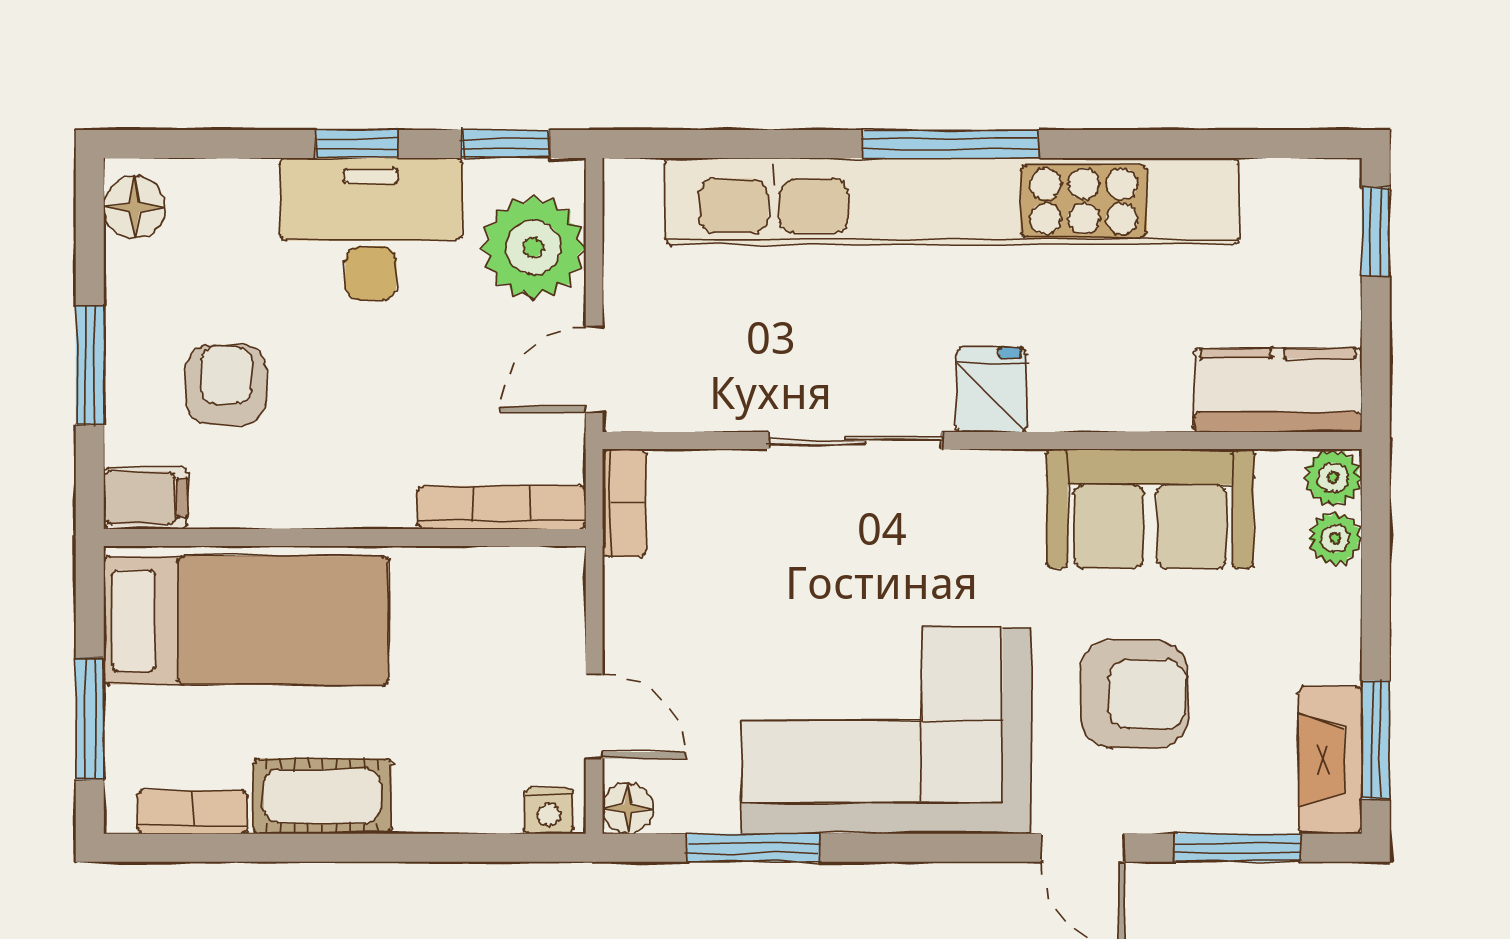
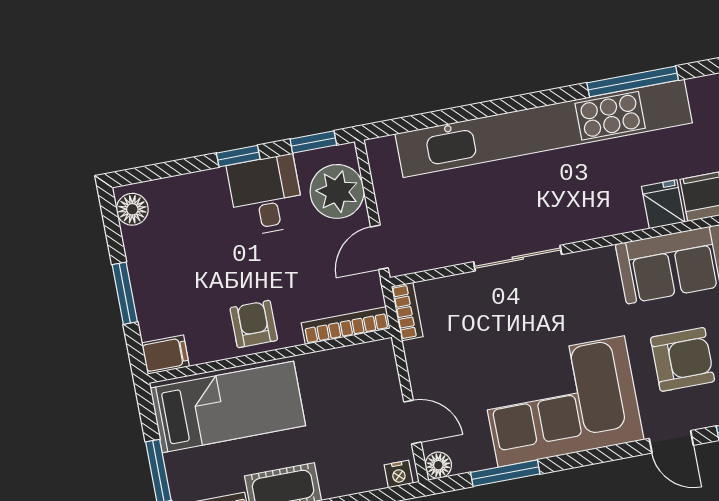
window: (950, 144) -> (633, 82), moved
desk: (371, 229) -> (266, 195), width x0.73
armchair: (226, 385) -> (254, 324), moved
fridge: (992, 390) -> (663, 204), moved

